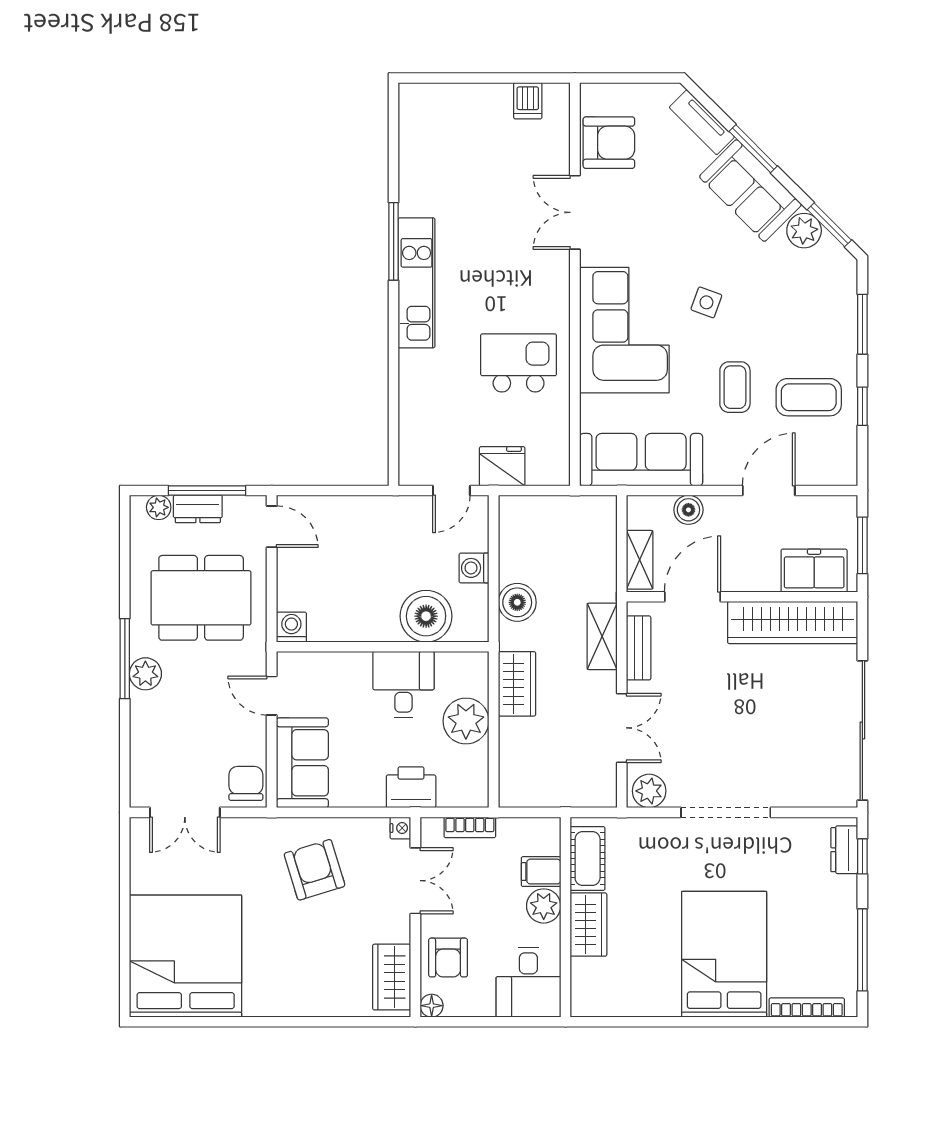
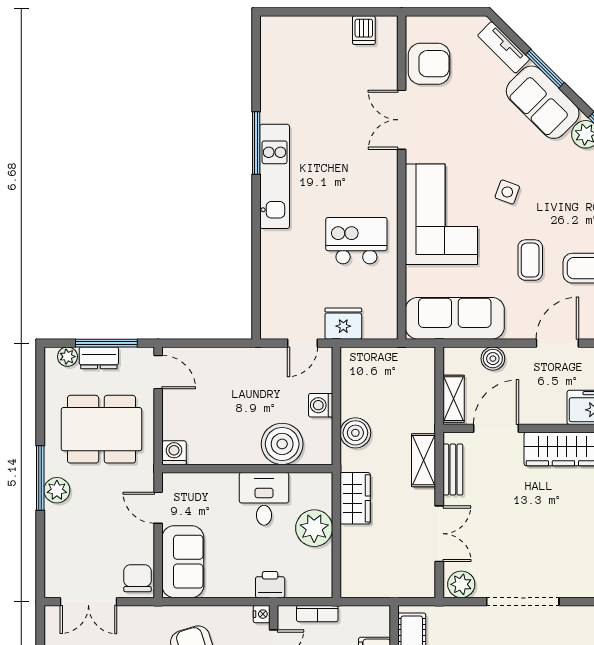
printer: (411, 787) -> (270, 585), width x0.73, depth x0.81

